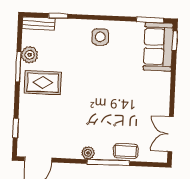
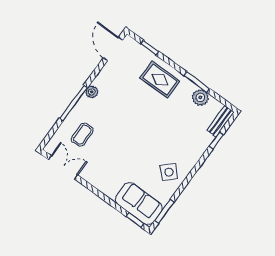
side table: (100, 37) -> (169, 172), moved, turned 45
rug: (43, 83) -> (160, 79), moved, turned 90
coffee table: (126, 151) -> (82, 135), moved

